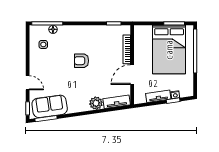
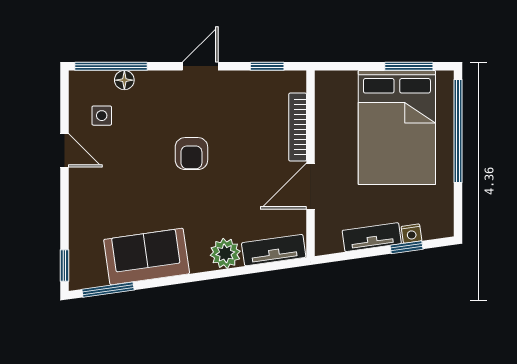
door: (85, 23) -> (200, 66), added
armchair: (82, 61) -> (191, 154), turned -90
door: (28, 83) -> (65, 150), moved
sofa: (50, 106) -> (147, 257), moved

